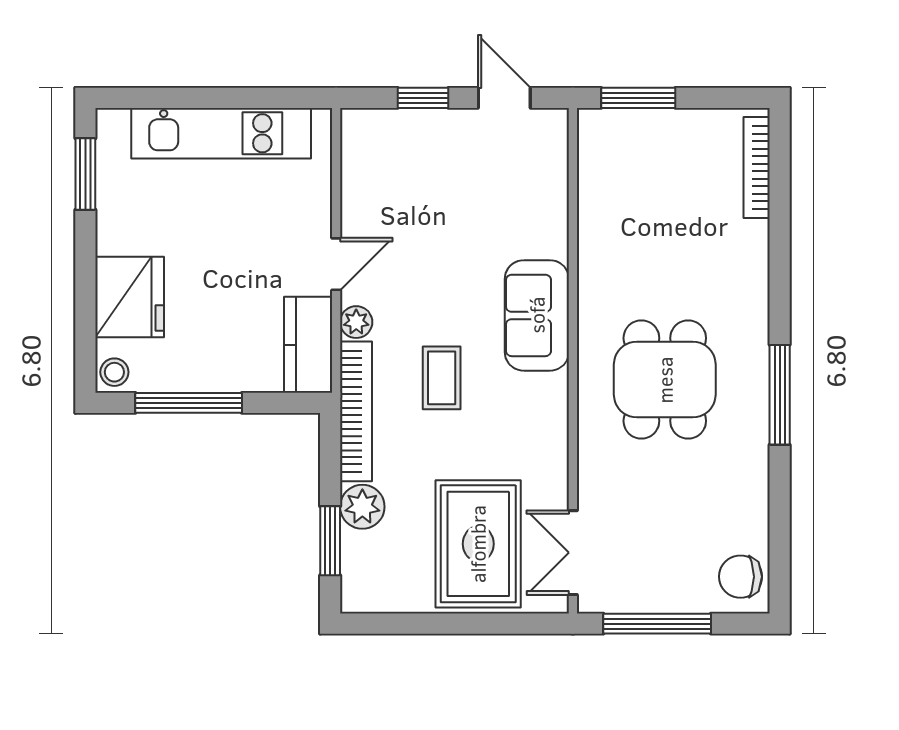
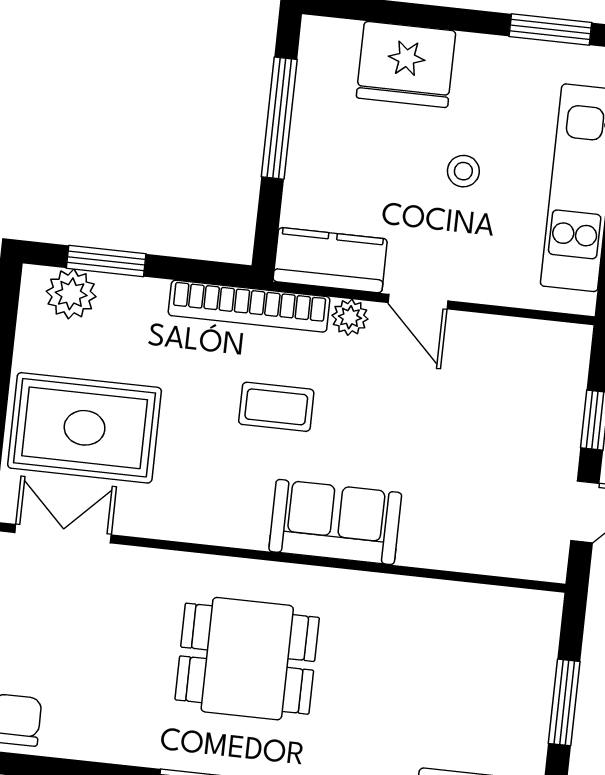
window: (638, 98) -> (564, 702), moved
stool: (114, 372) -> (463, 171), moved
plant: (362, 507) -> (71, 294), moved

